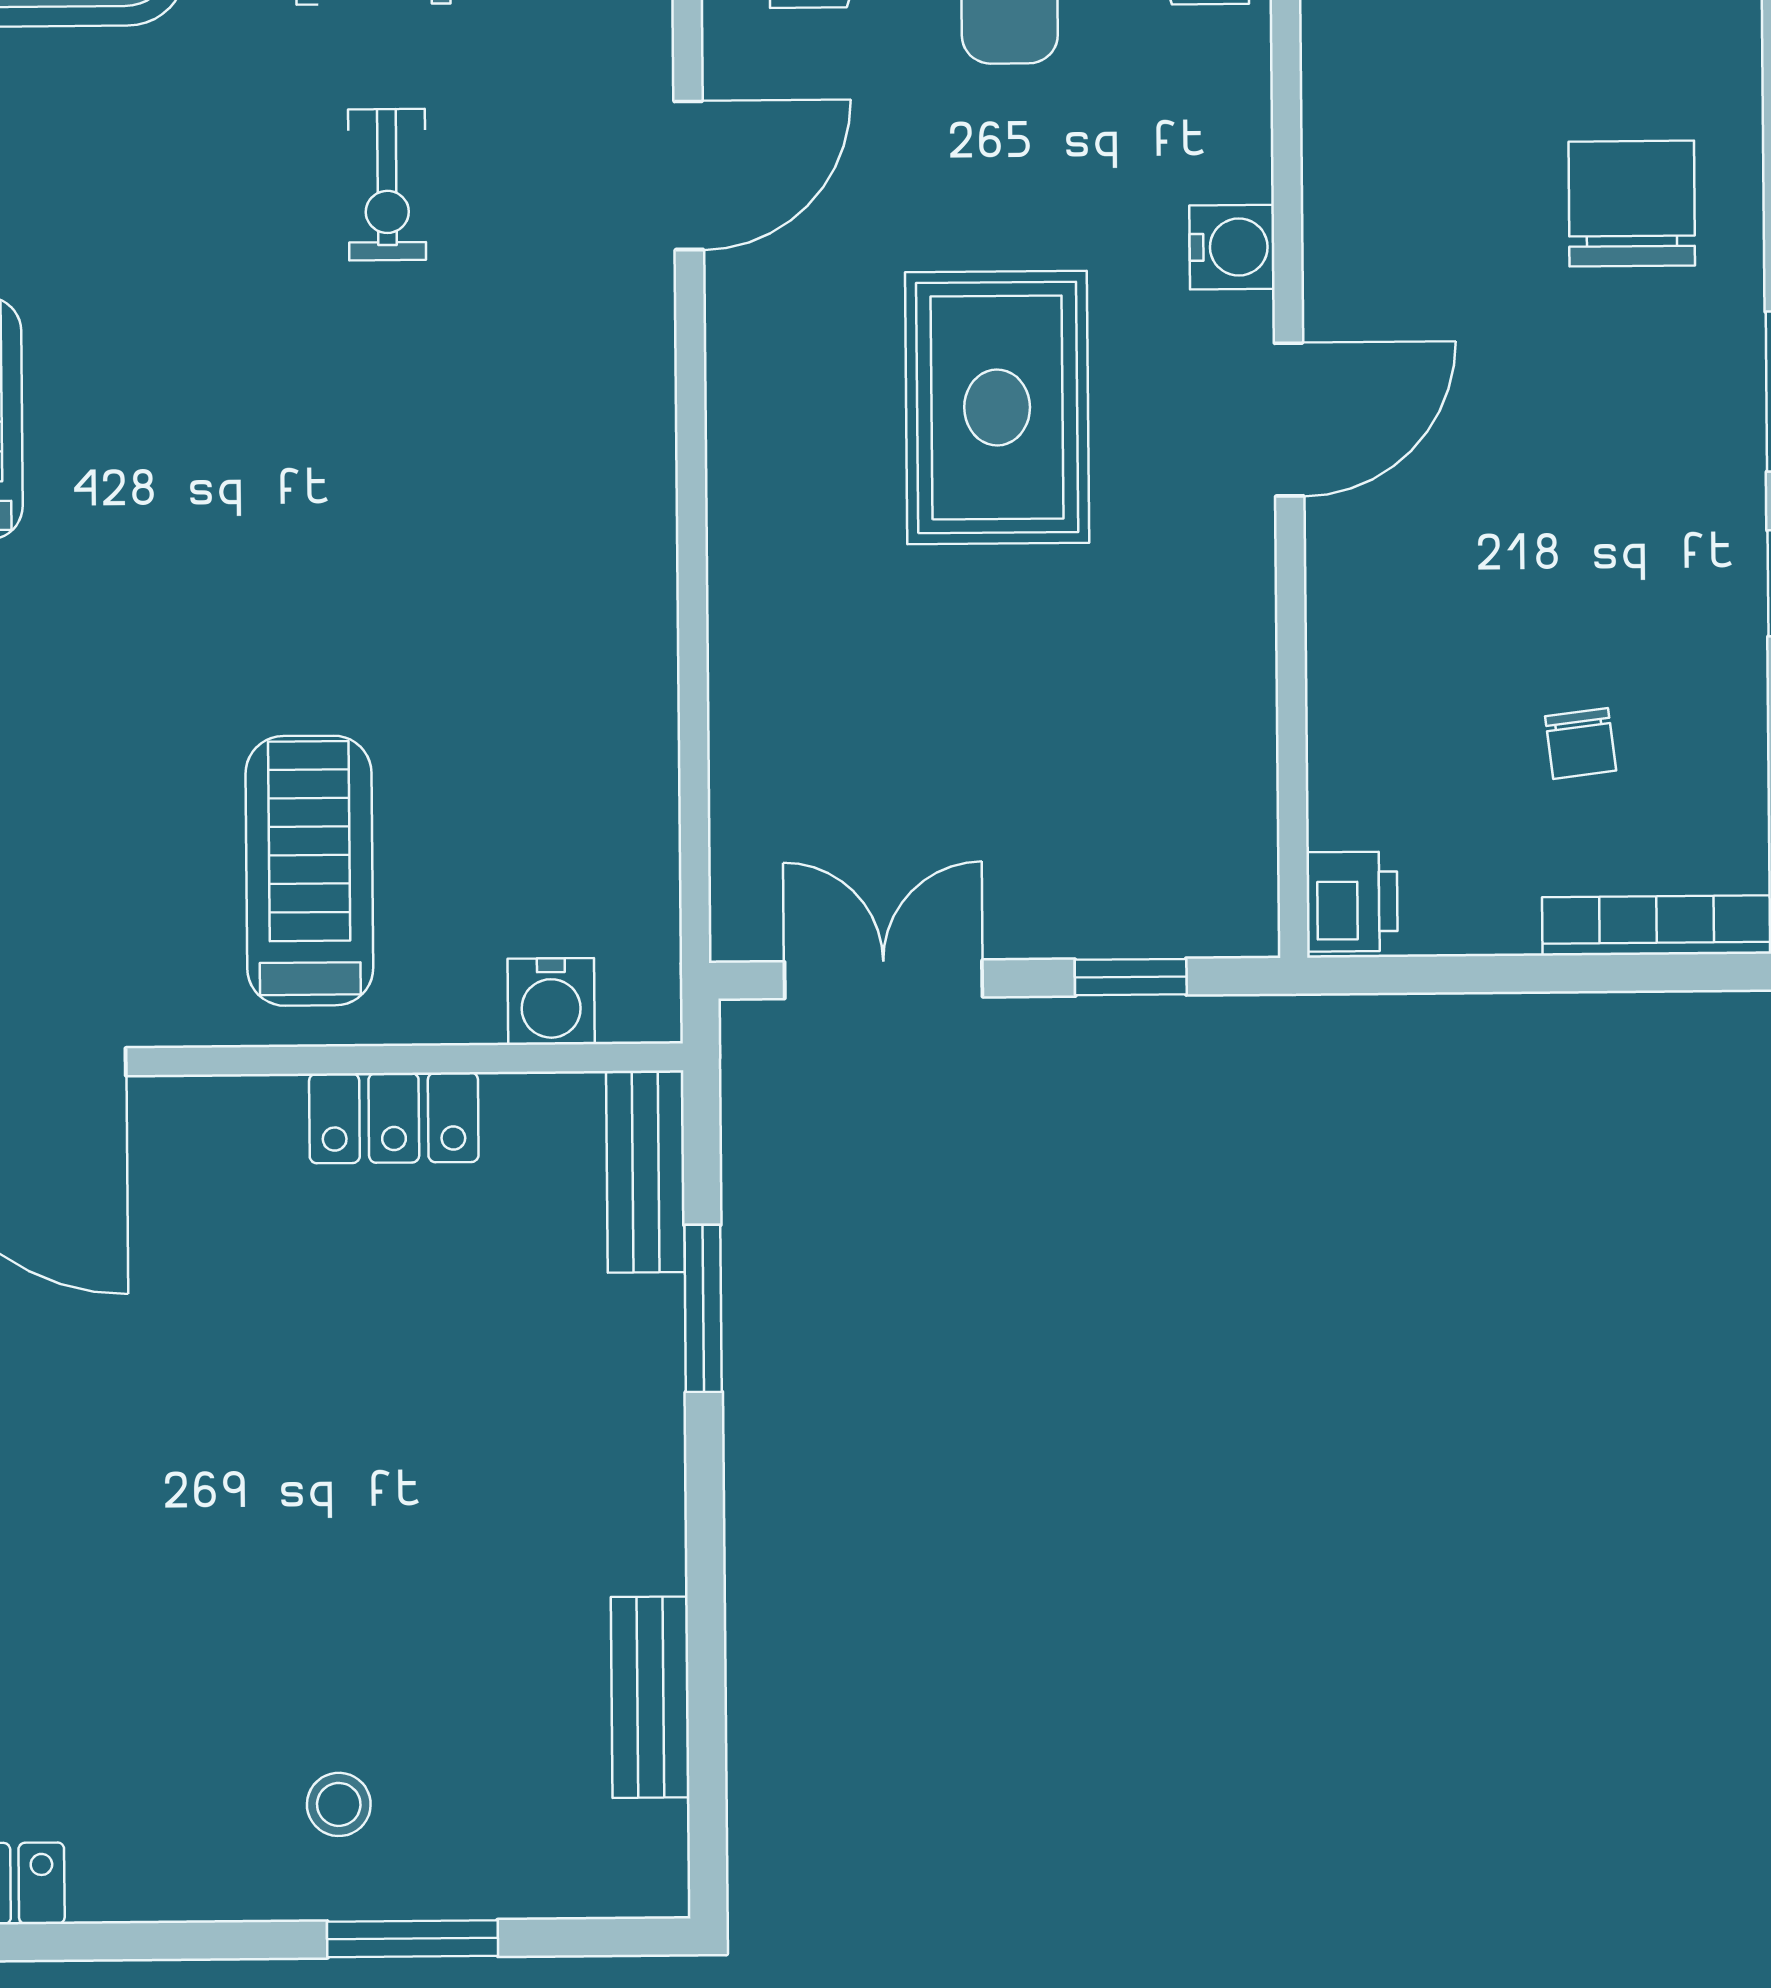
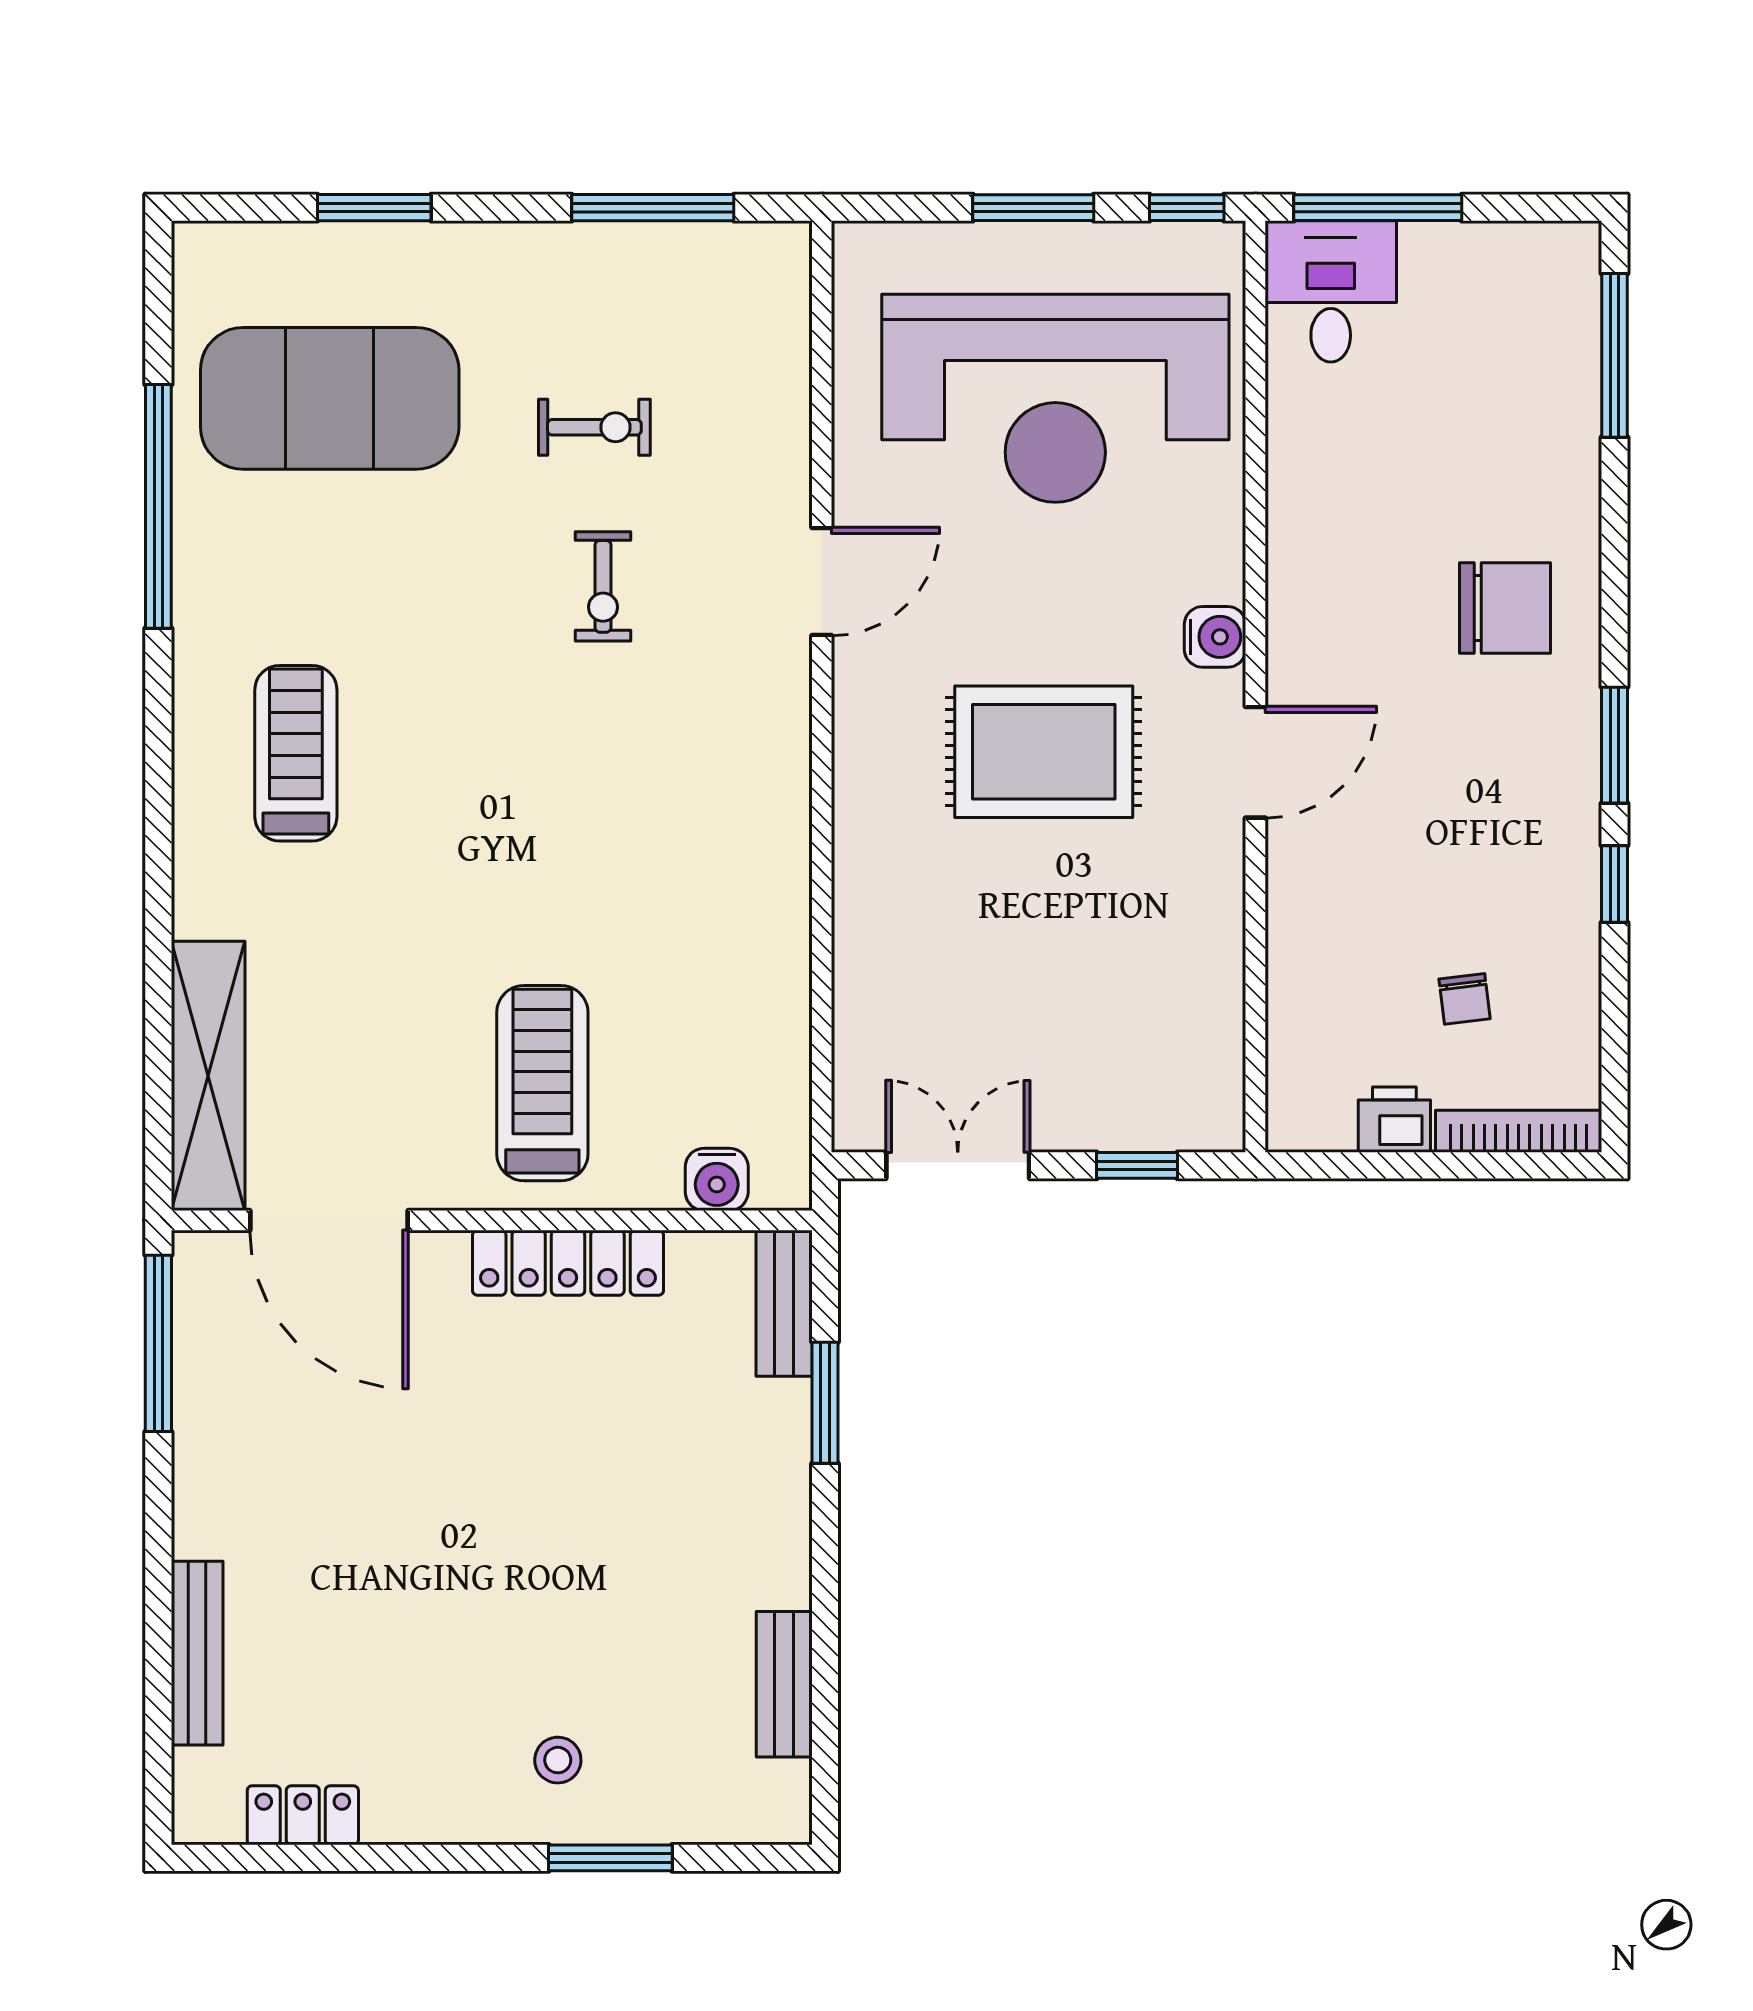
chair: (1632, 204) -> (1505, 608), turned 90
rug: (997, 408) -> (1044, 752), turned 90
printer: (1352, 902) -> (1394, 1120), moved, turned -90
locker: (394, 1118) -> (568, 1263), width x1.53

